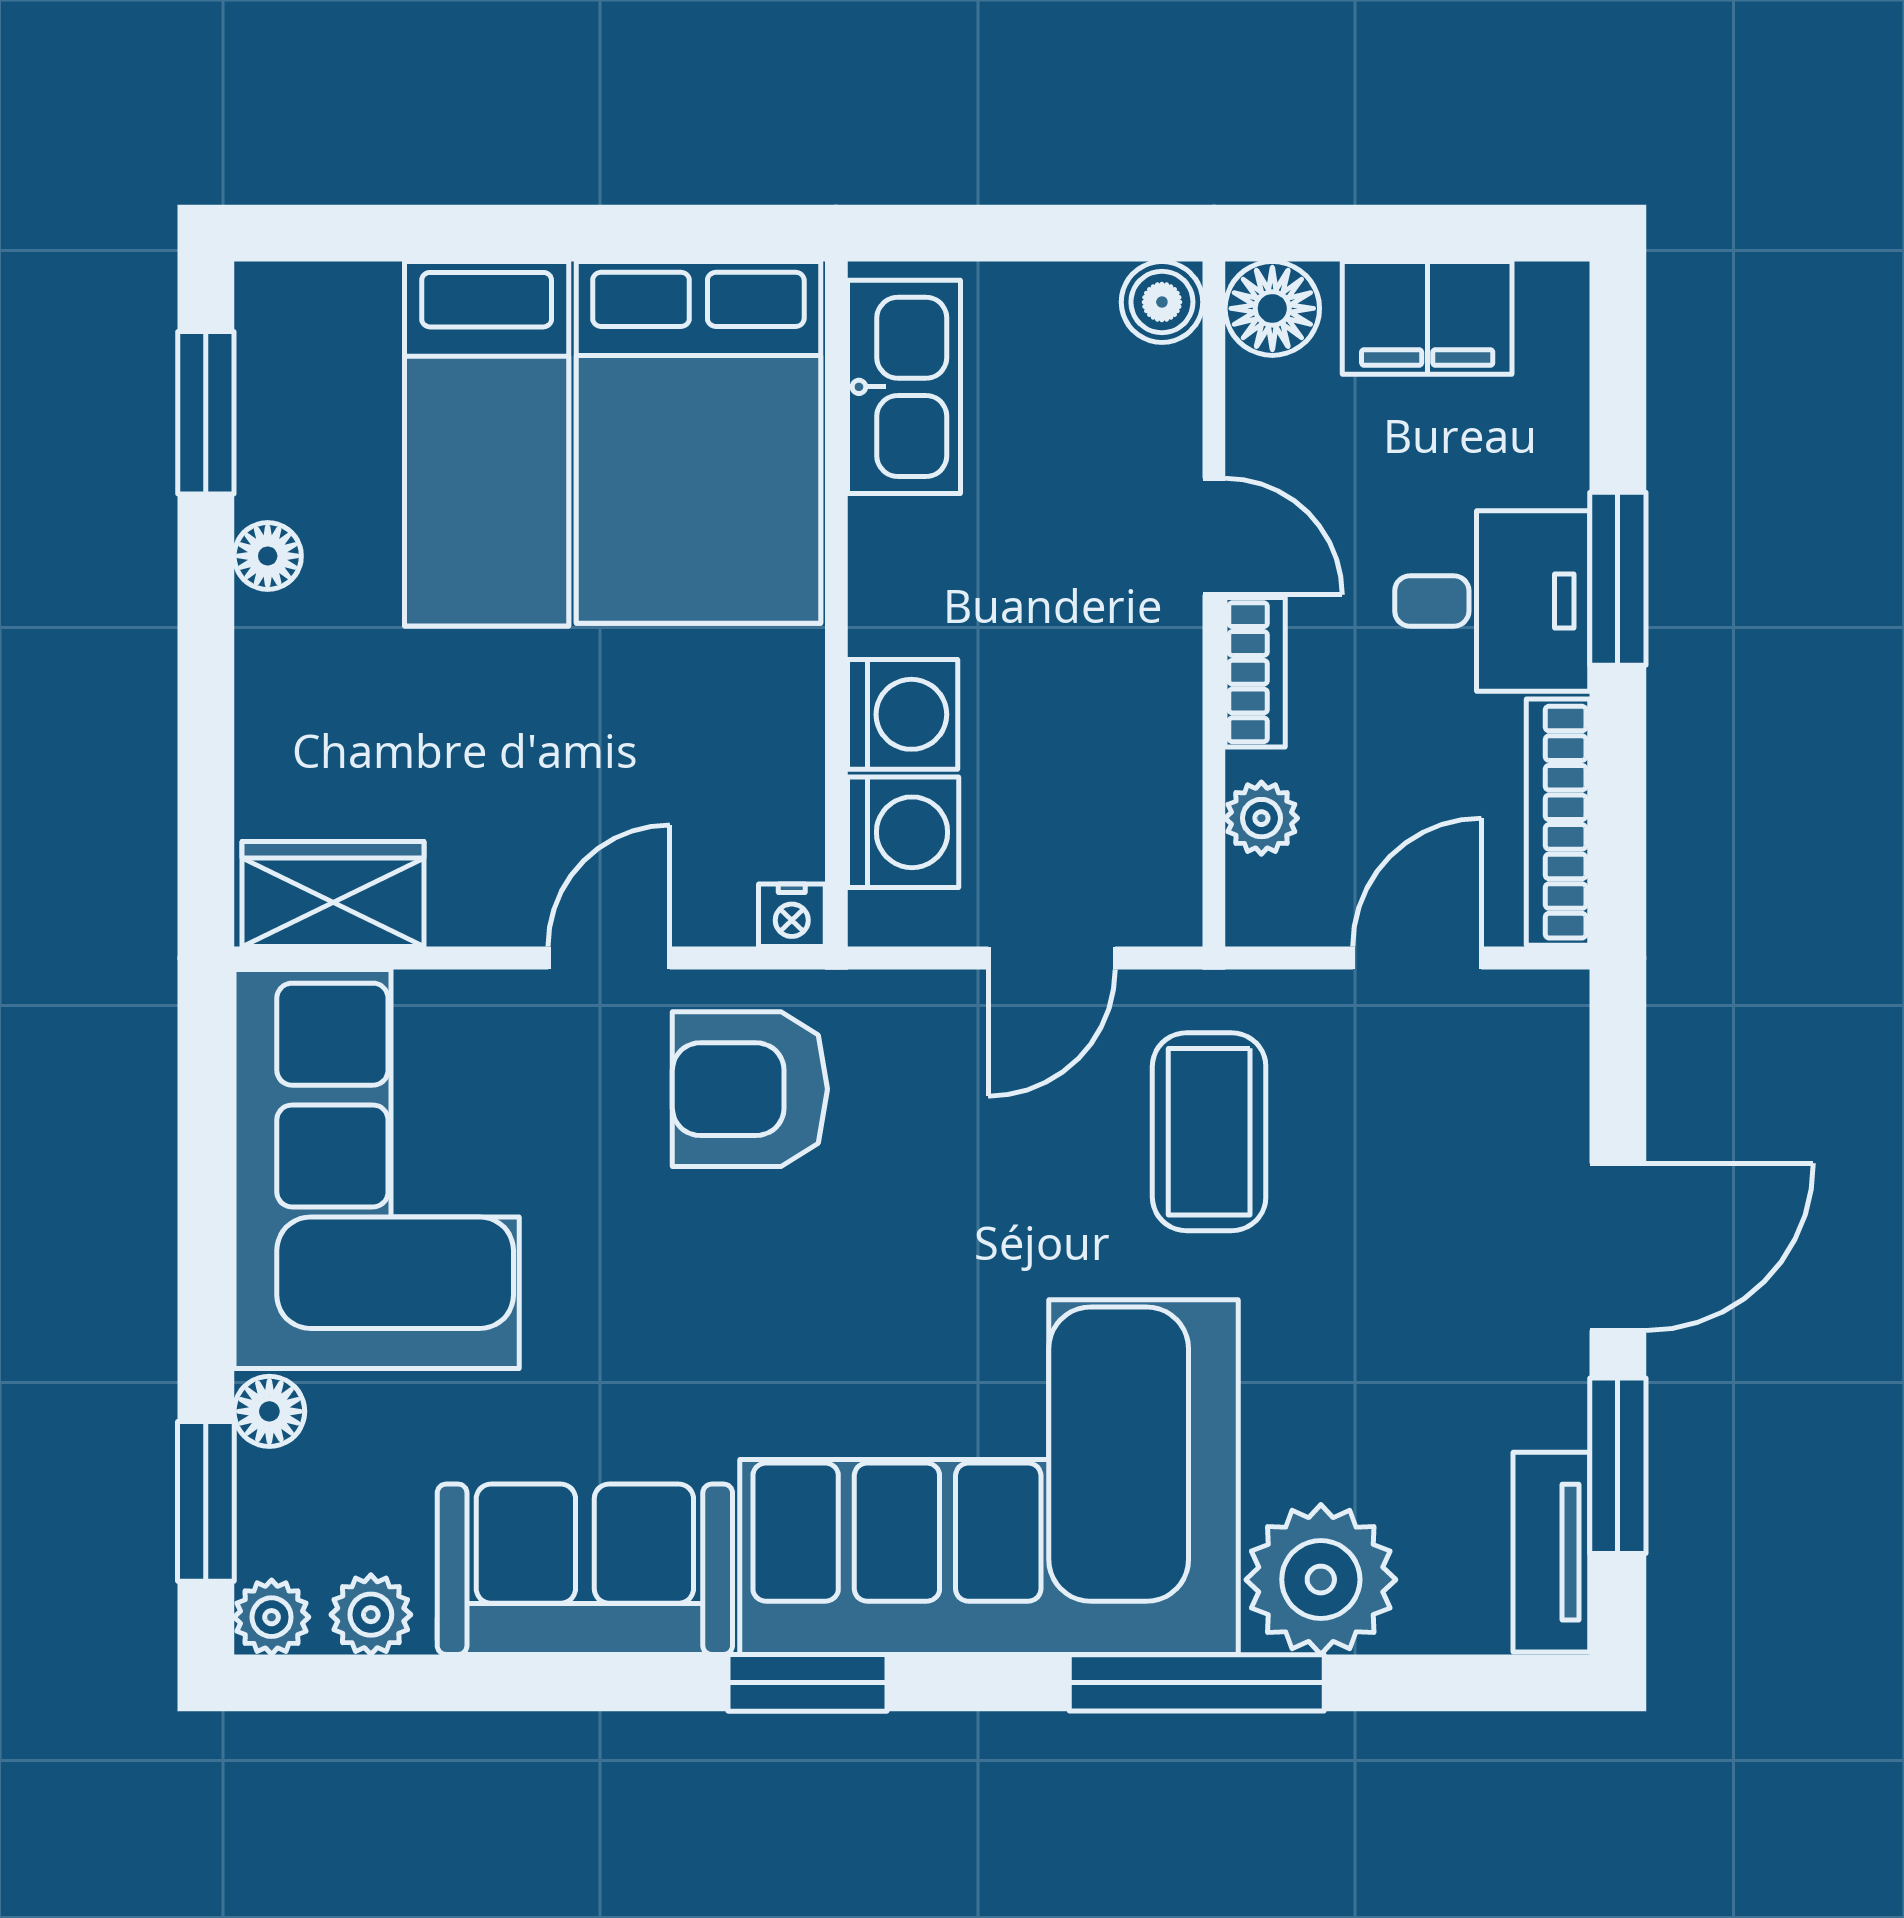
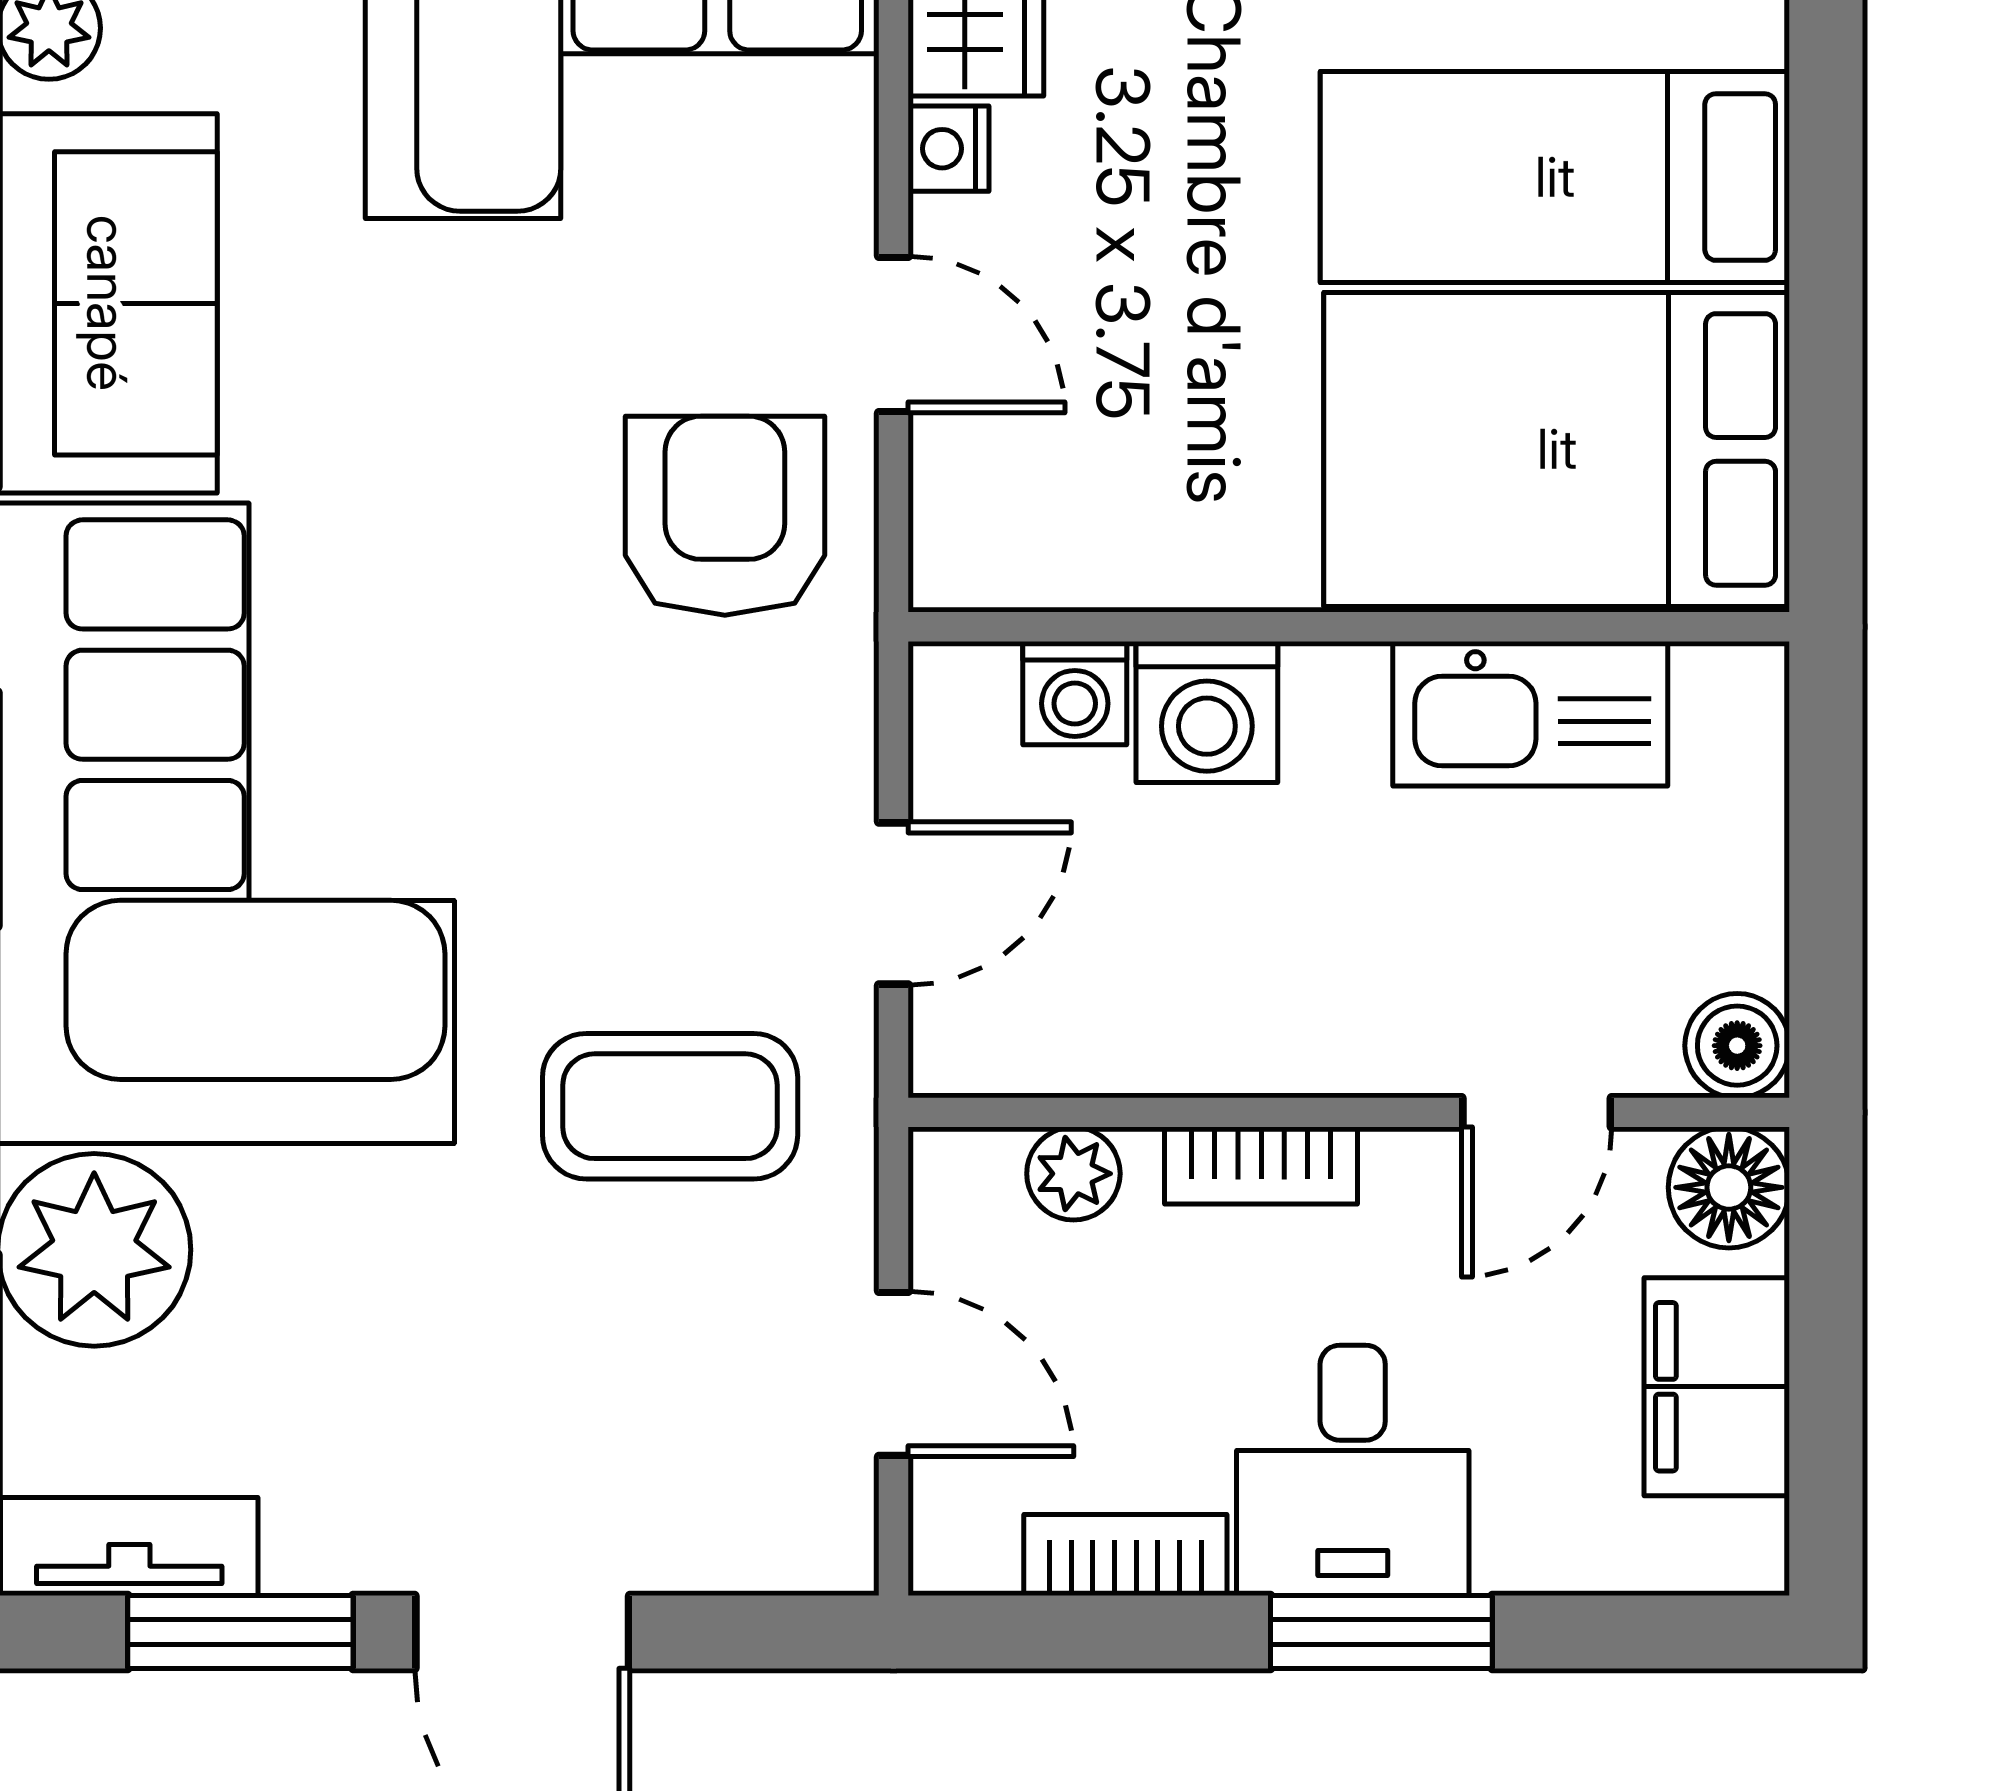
kitchen sink: (904, 387) -> (1530, 714), moved
door: (1214, 537) -> (1537, 1112), moved
bookcase: (1558, 822) -> (1125, 1555), width x0.64
washing machine: (903, 832) -> (1075, 693), width x0.73, depth x0.73
nightstand: (792, 915) -> (948, 149), moved
door: (1052, 958) -> (894, 904), swing flipped

